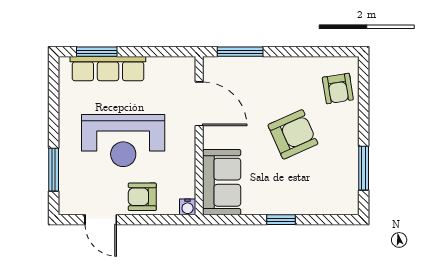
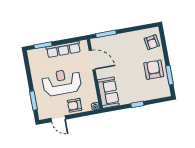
row of seats: (108, 69) -> (63, 49), moved
armchair: (293, 134) -> (154, 70), moved, turned -66
reception desk: (123, 141) -> (62, 82), turned 180

